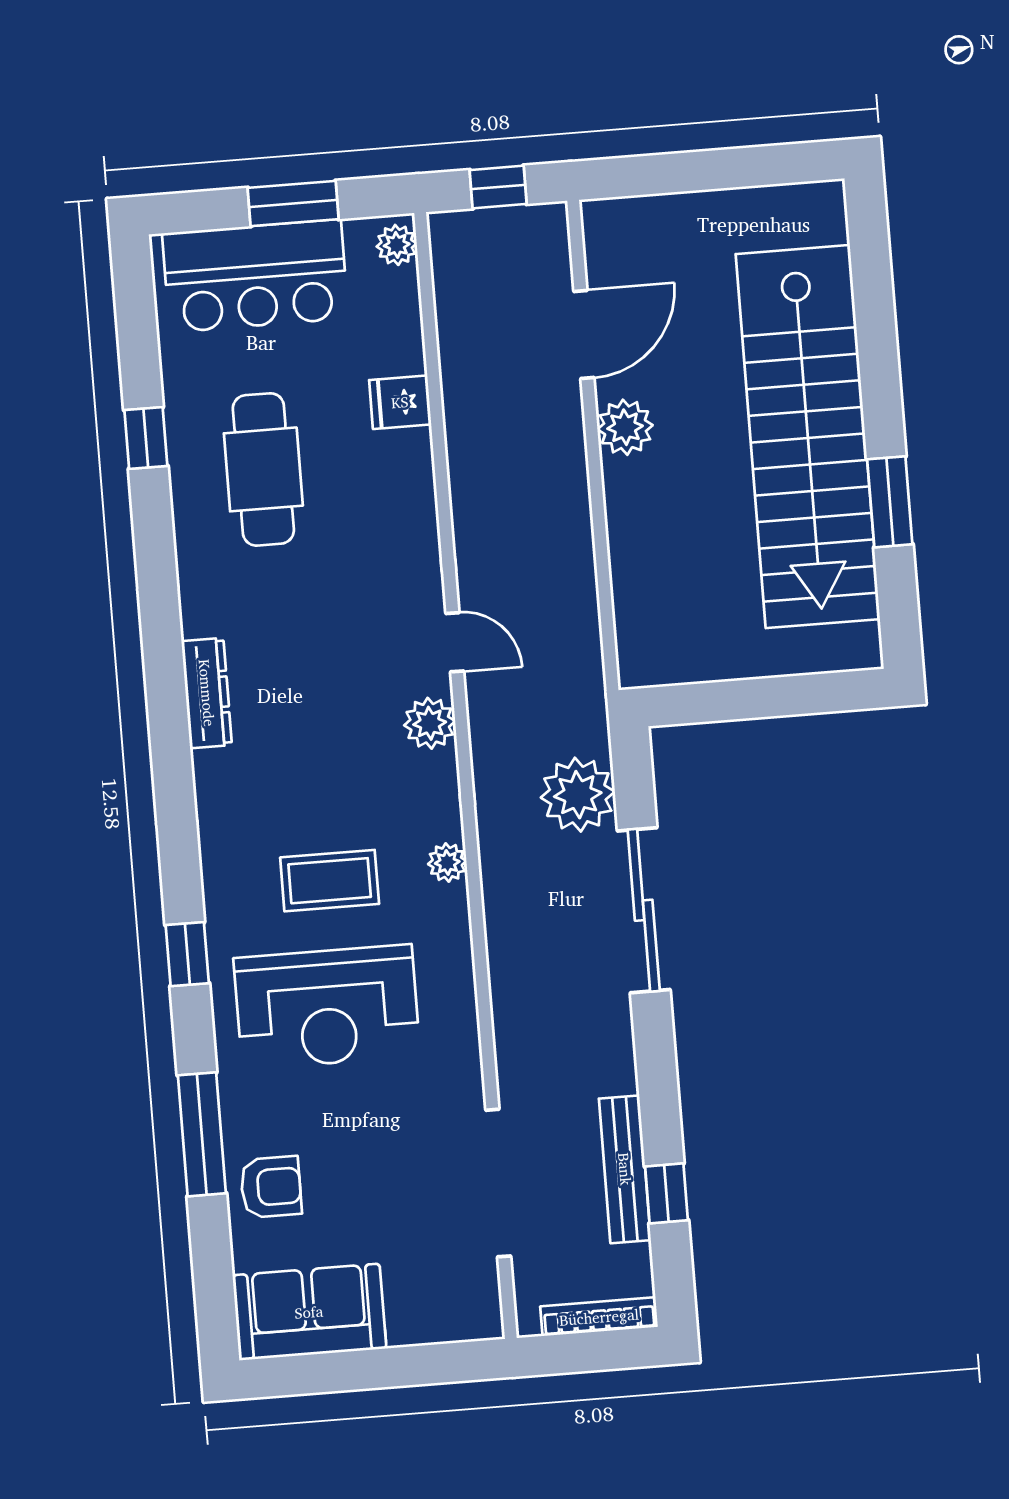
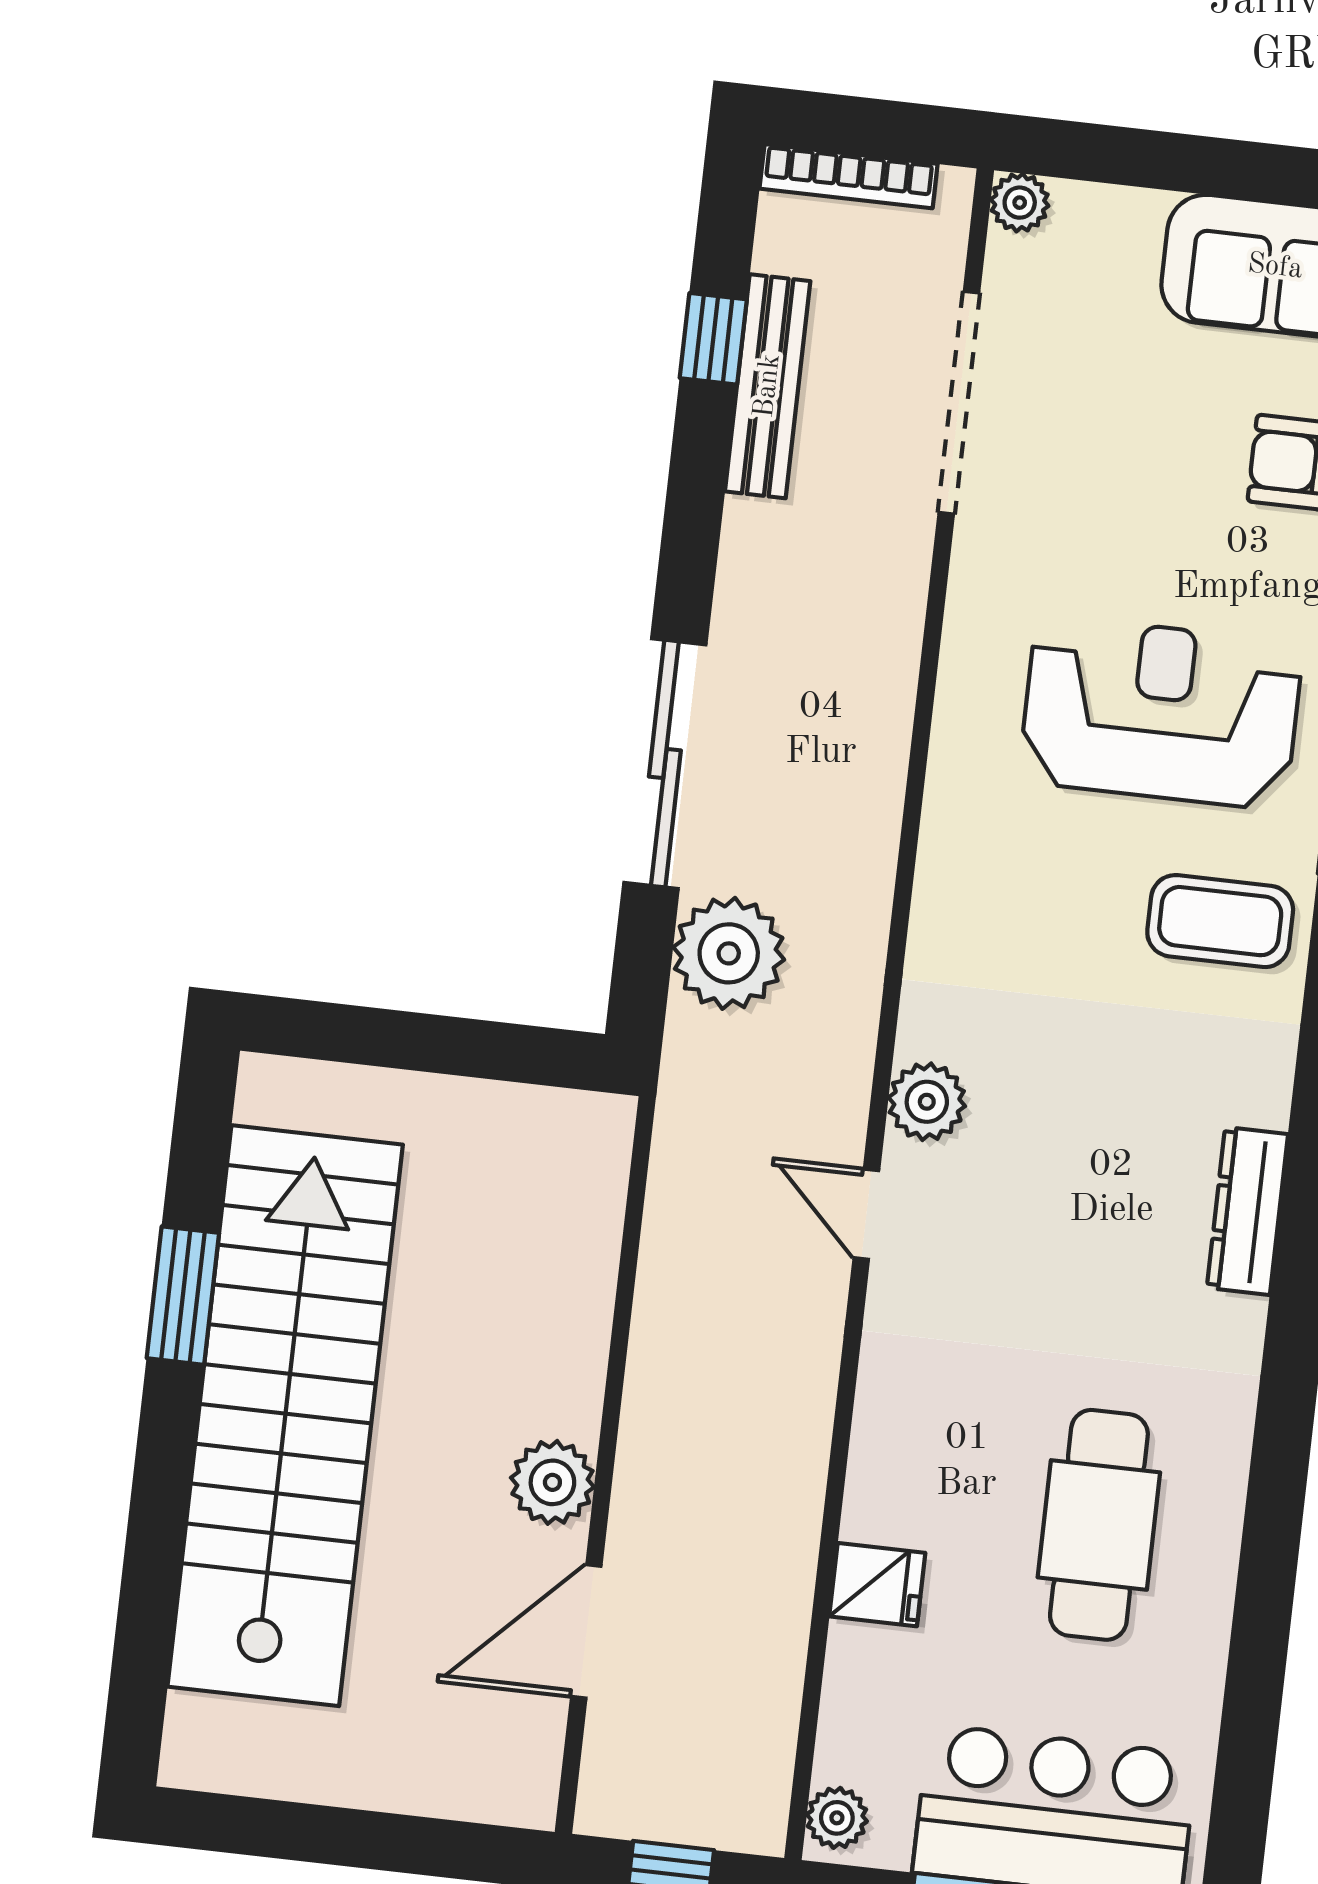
window: (146, 438) -> (1263, 1605), removed
plant: (447, 862) -> (1020, 203), moved
coffee table: (330, 881) -> (1220, 921), moved

